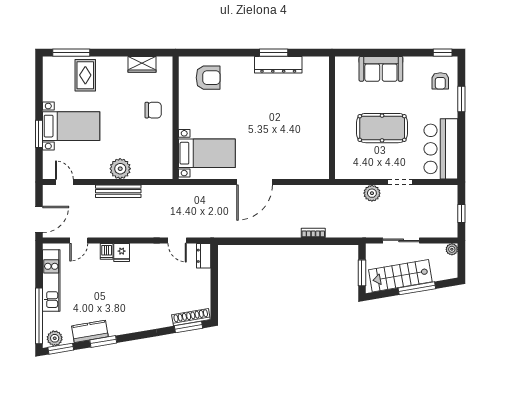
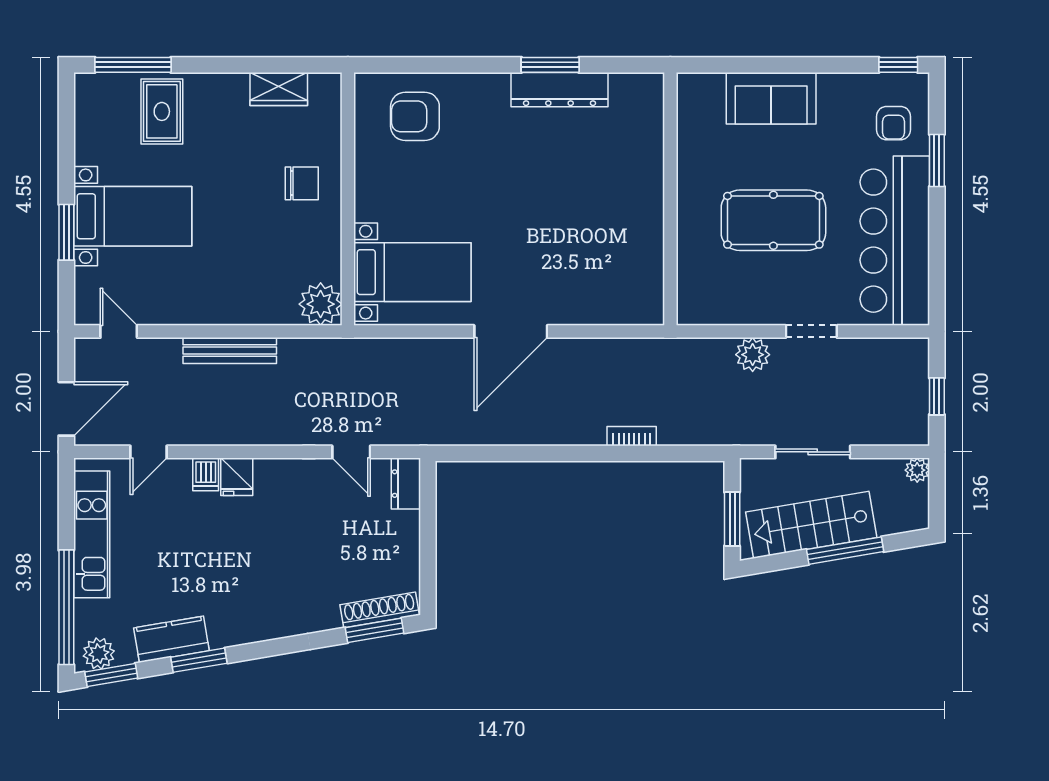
armchair: (208, 78) -> (415, 116), turned 180
bar counter: (441, 149) -> (895, 241), width x1.36
plant: (120, 169) -> (321, 304), moved

